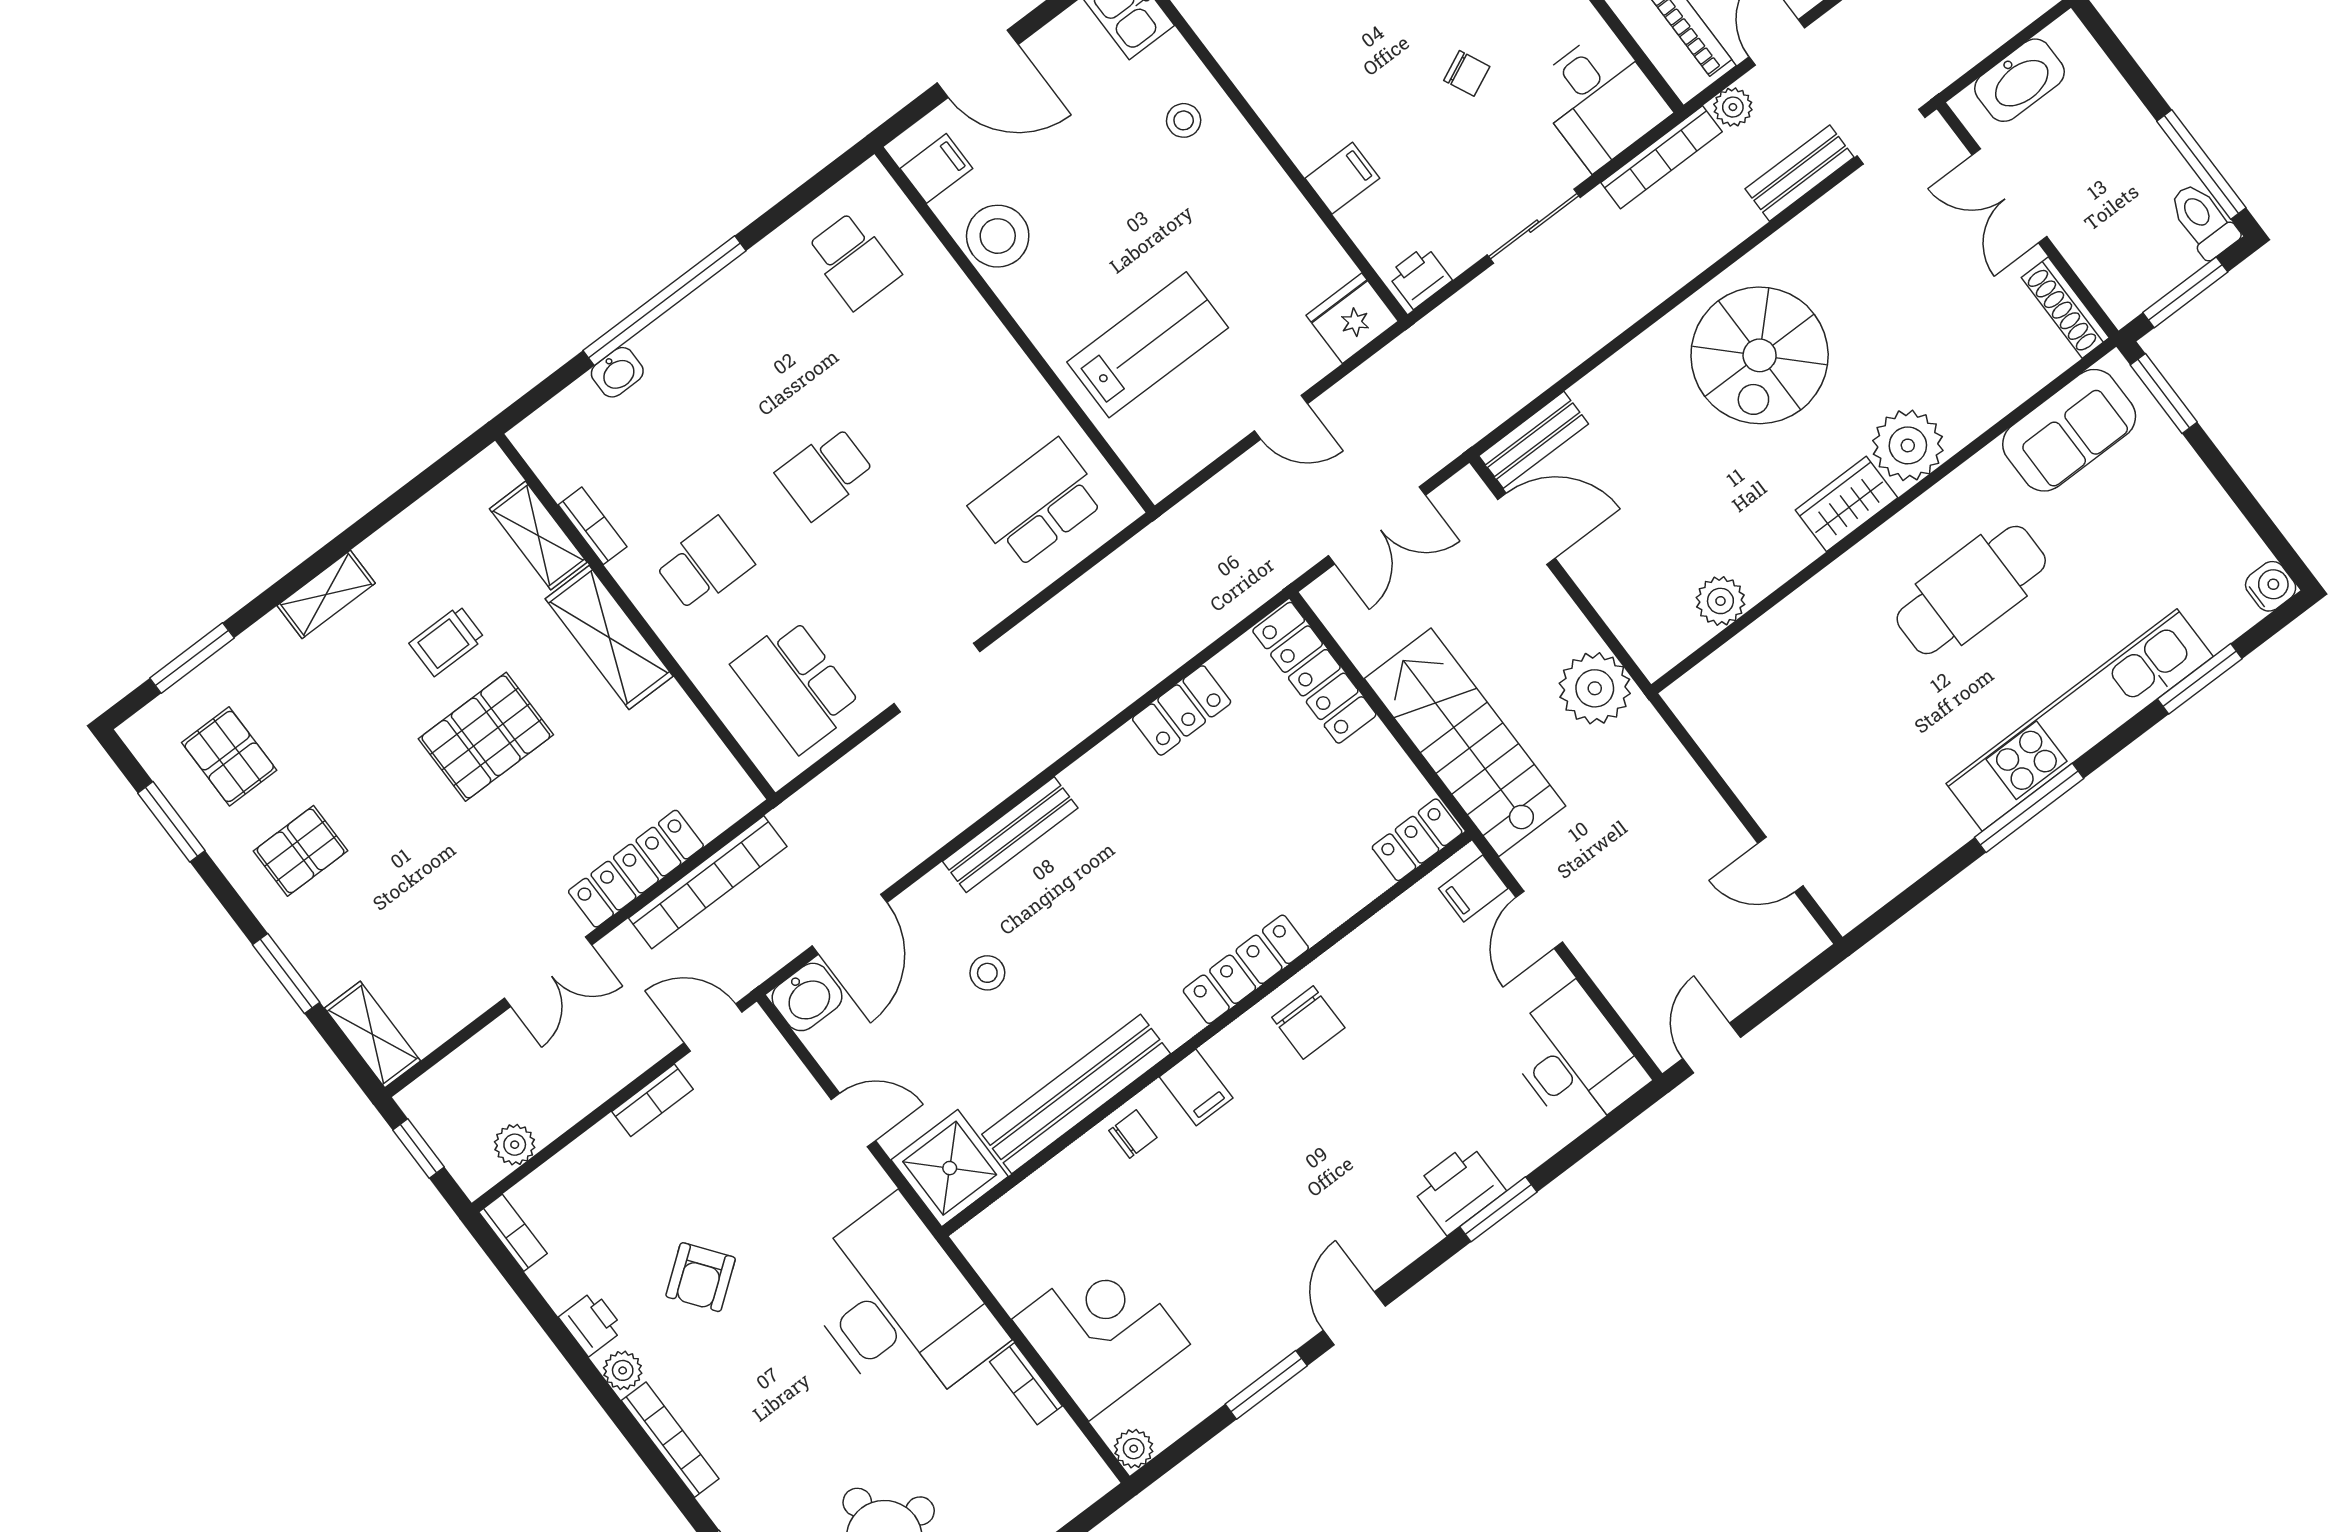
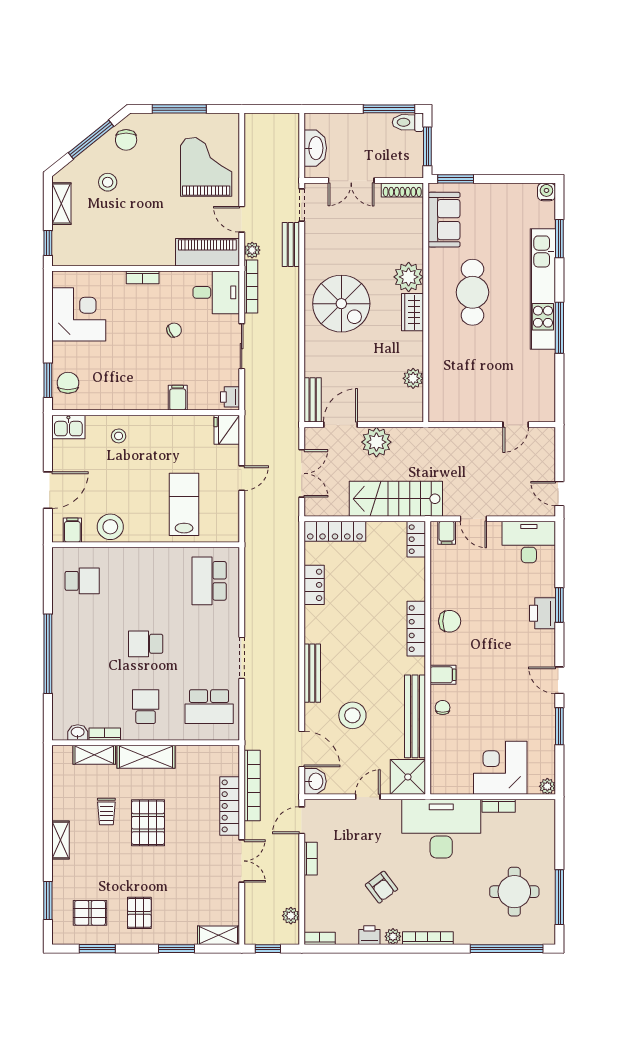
washbasin: (617, 372) -> (78, 732), moved, turned -90
school desk: (825, 473) -> (146, 644), turned 90
plant: (1595, 688) -> (376, 442), moved
stool: (987, 973) -> (352, 715), width x1.89, depth x1.89

